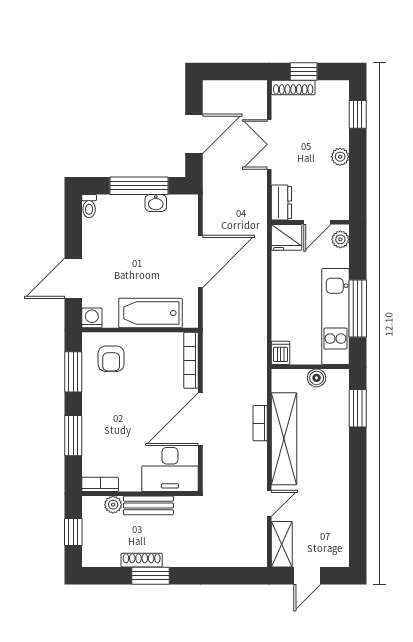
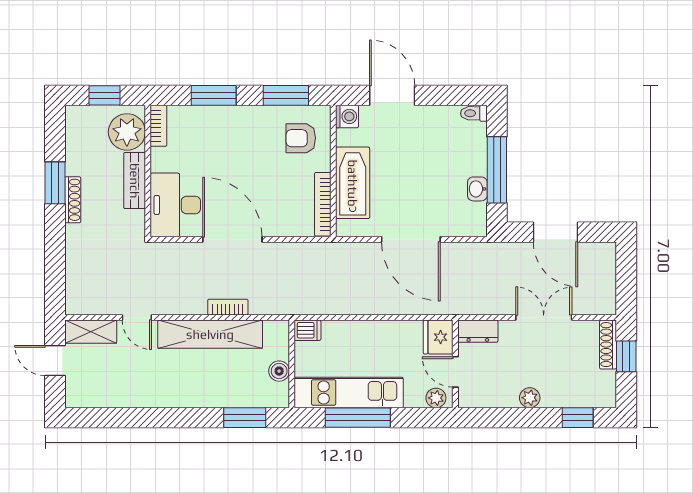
bookcase: (191, 360) -> (323, 204), moved, turned -90
plant: (113, 505) -> (127, 132), width x1.88, depth x1.88
shoe rack: (142, 560) -> (73, 200), moved

